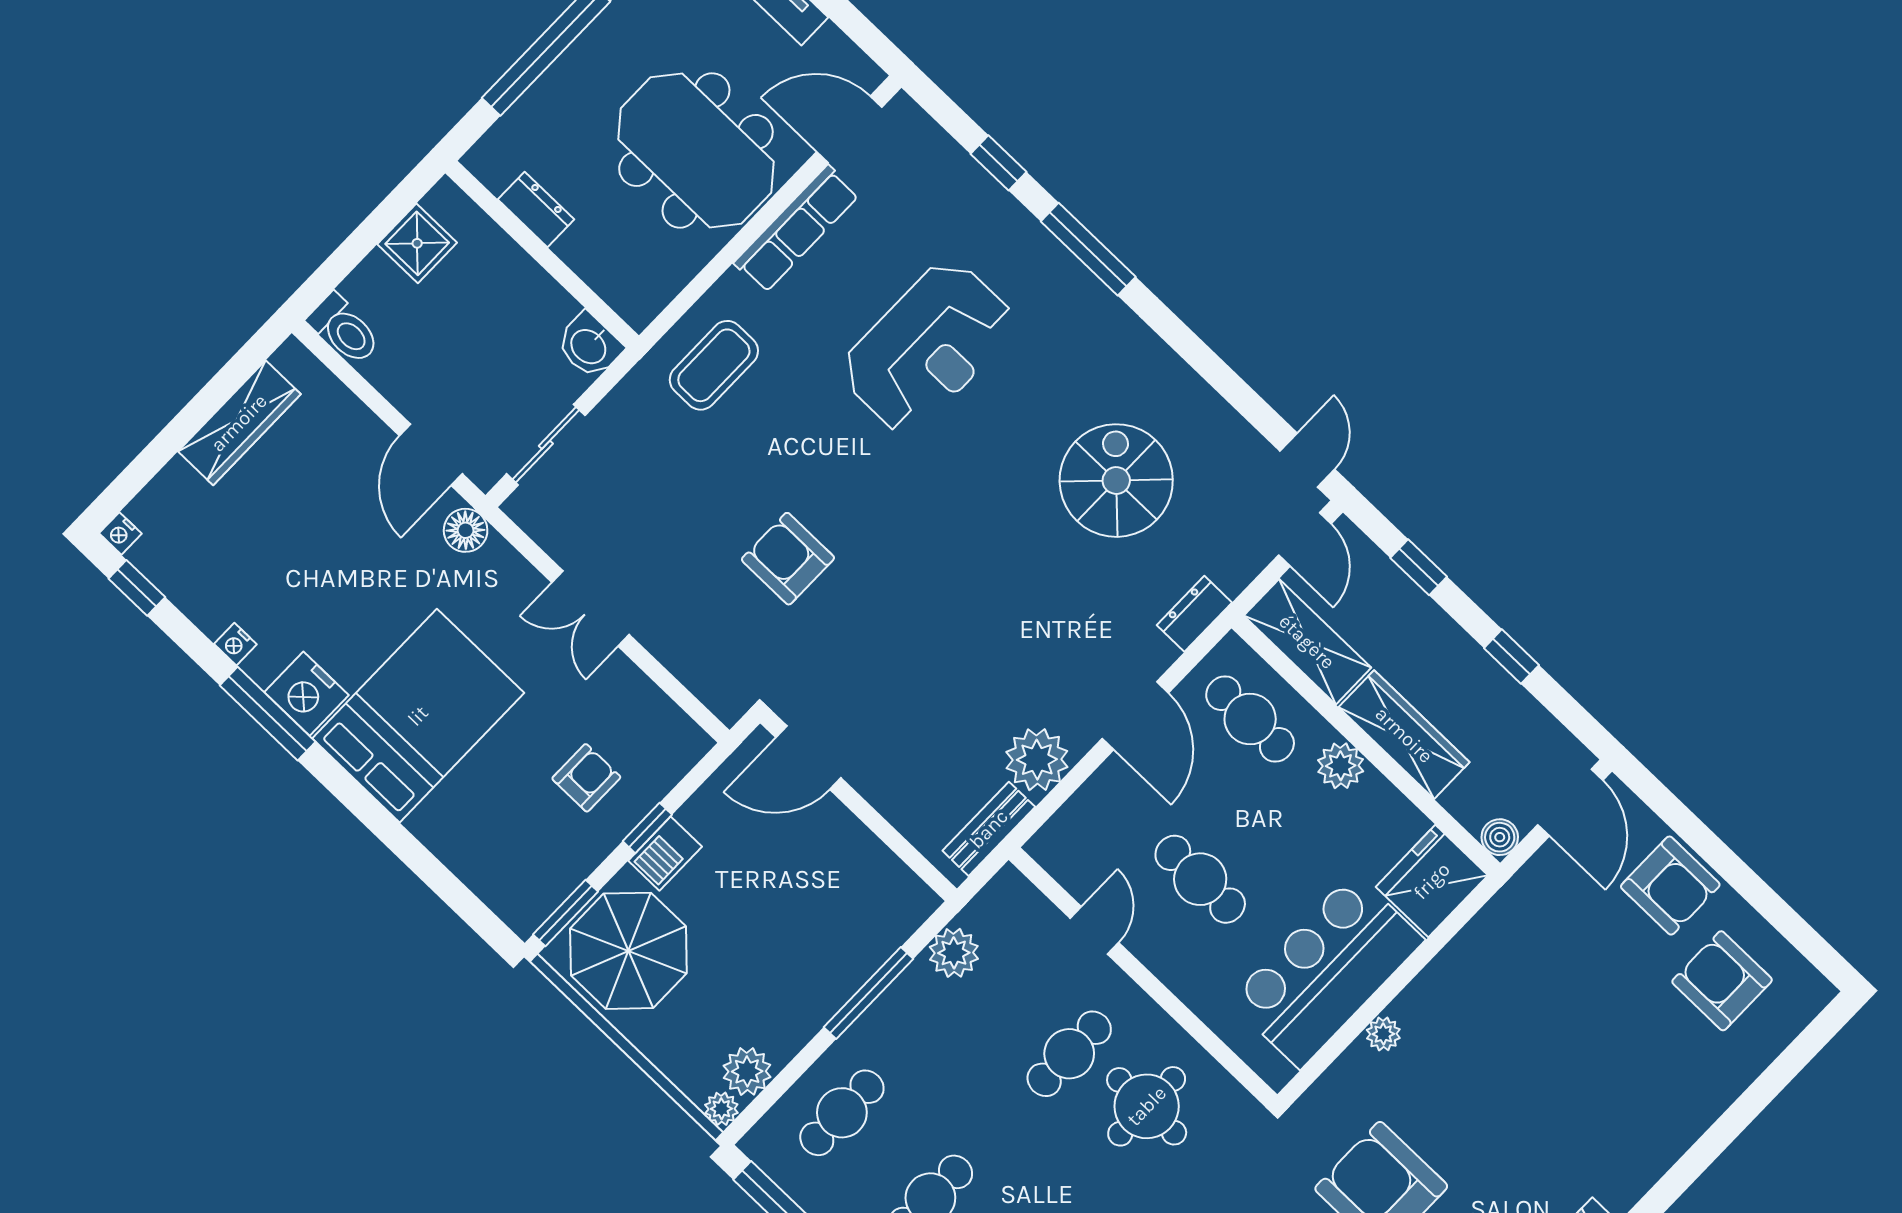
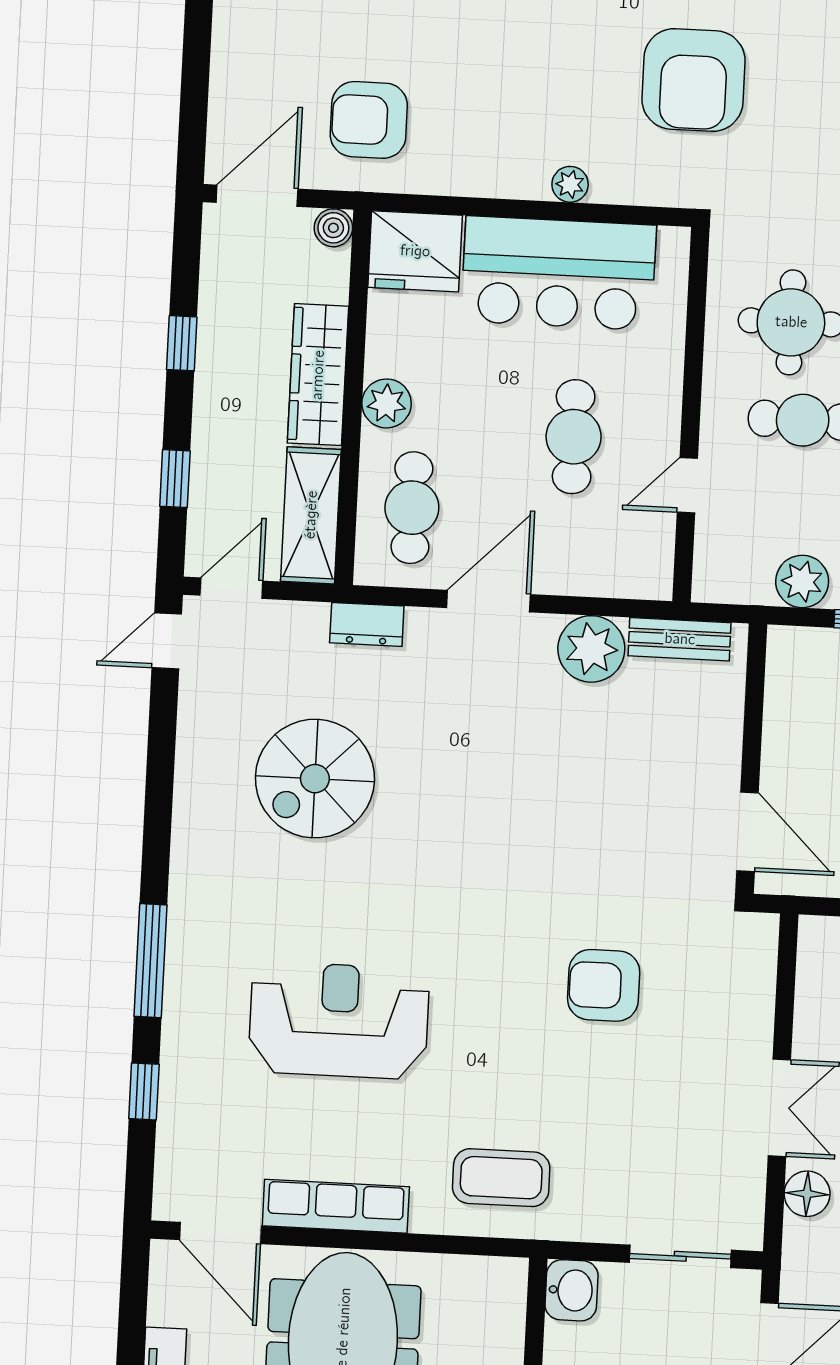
floor lamp: (466, 530) -> (807, 1194), moved
armchair: (788, 559) -> (604, 985), turned 90
armchair: (1670, 886) -> (369, 120), moved, turned -90

